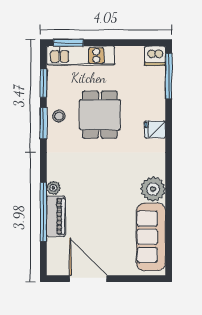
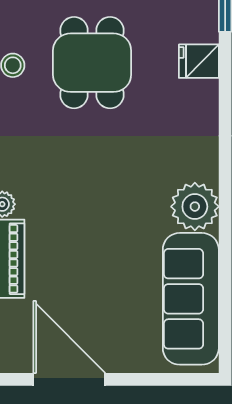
fridge: (155, 130) -> (199, 61), moved

